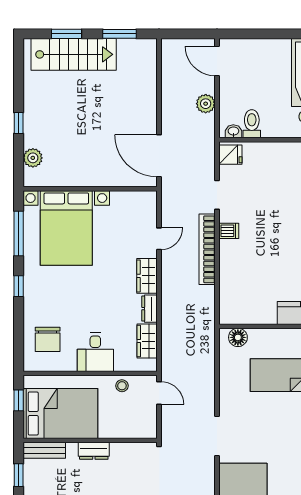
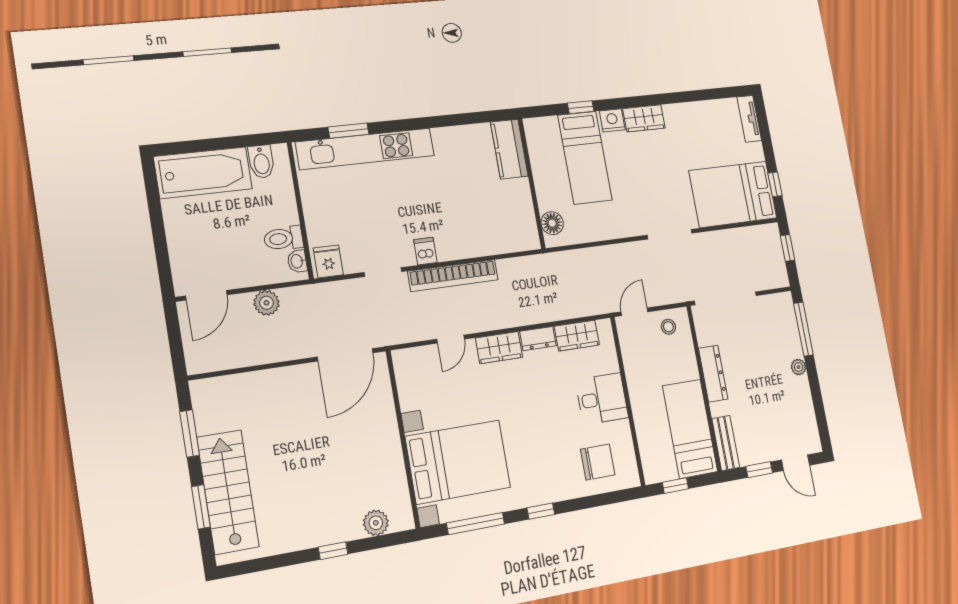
door: (159, 239) -> (451, 339), swing flipped
stool: (122, 386) -> (668, 327), moved
bed: (60, 413) -> (690, 429), width x0.67
dresser: (94, 451) -> (713, 374), width x1.44

